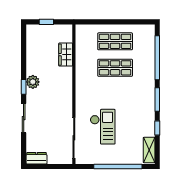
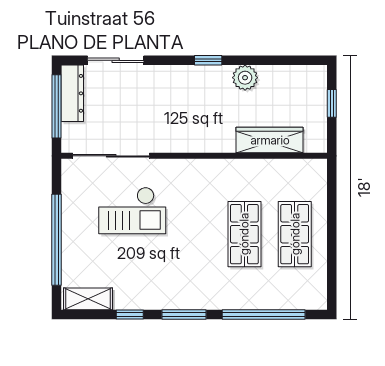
wardrobe: (66, 55) -> (270, 140), width x1.50
plant: (33, 82) -> (245, 78), moved
sliding door: (24, 118) -> (116, 60), moved
dresser: (37, 158) -> (72, 93), width x1.44
window: (48, 167) -> (57, 106), added

